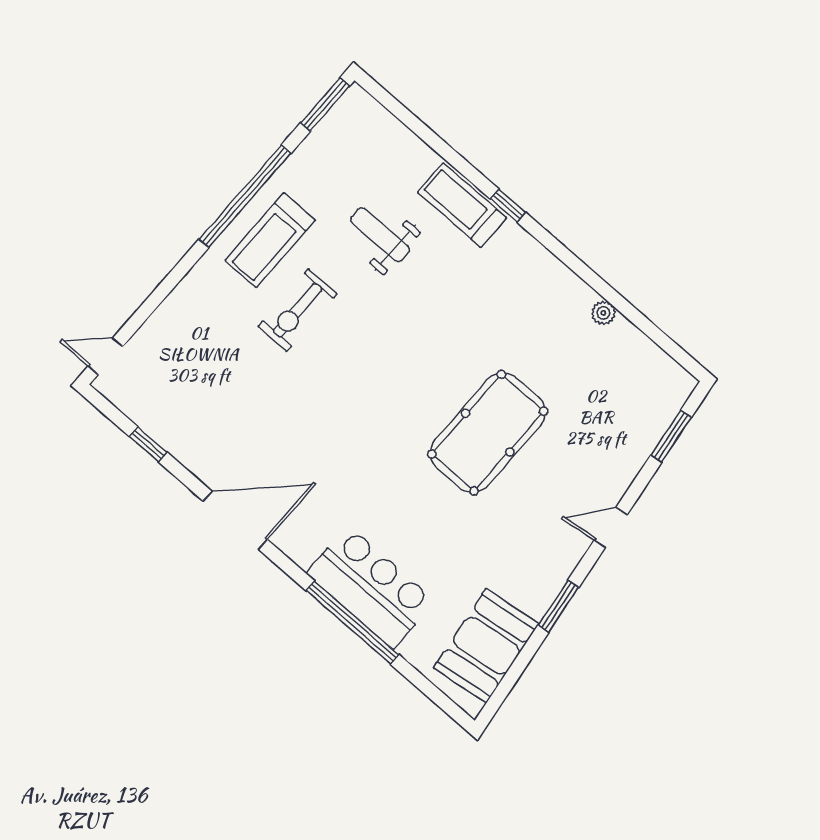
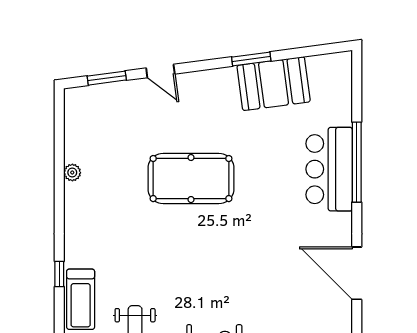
door: (611, 527) -> (160, 71), moved
booth: (486, 646) -> (274, 84), moved

